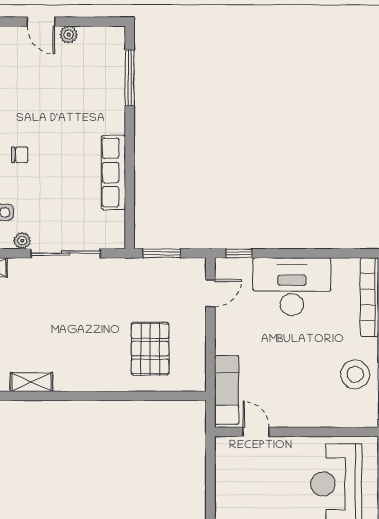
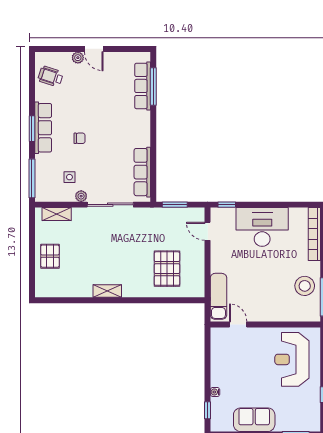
plant: (69, 35) -> (78, 58), moved
row of seats: (114, 77) -> (143, 86), added
row of seats: (113, 172) -> (142, 172), moved
door: (210, 293) -> (208, 231), swing flipped
shelving: (31, 382) -> (107, 291), moved

